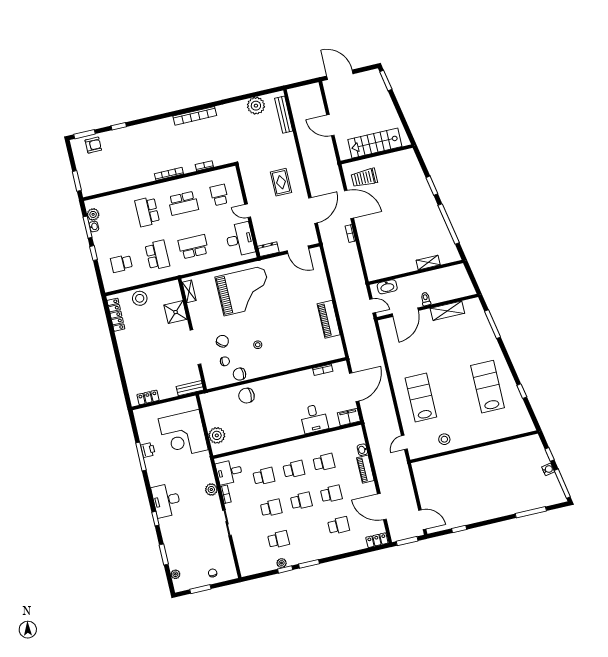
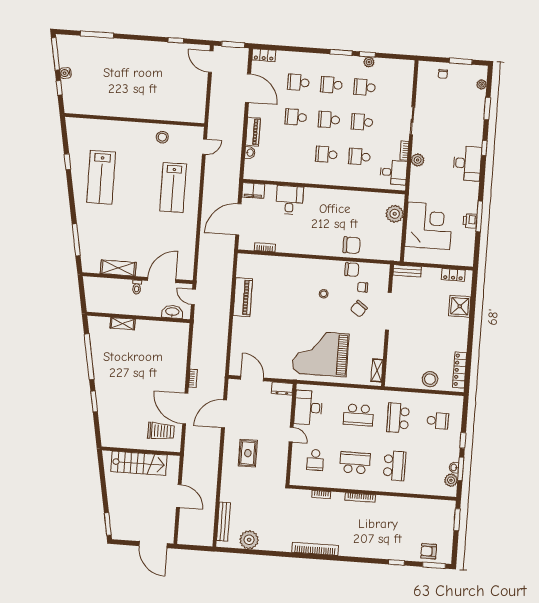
shower: (176, 312) -> (460, 306), moved
school desk: (324, 462) -> (332, 85), moved

